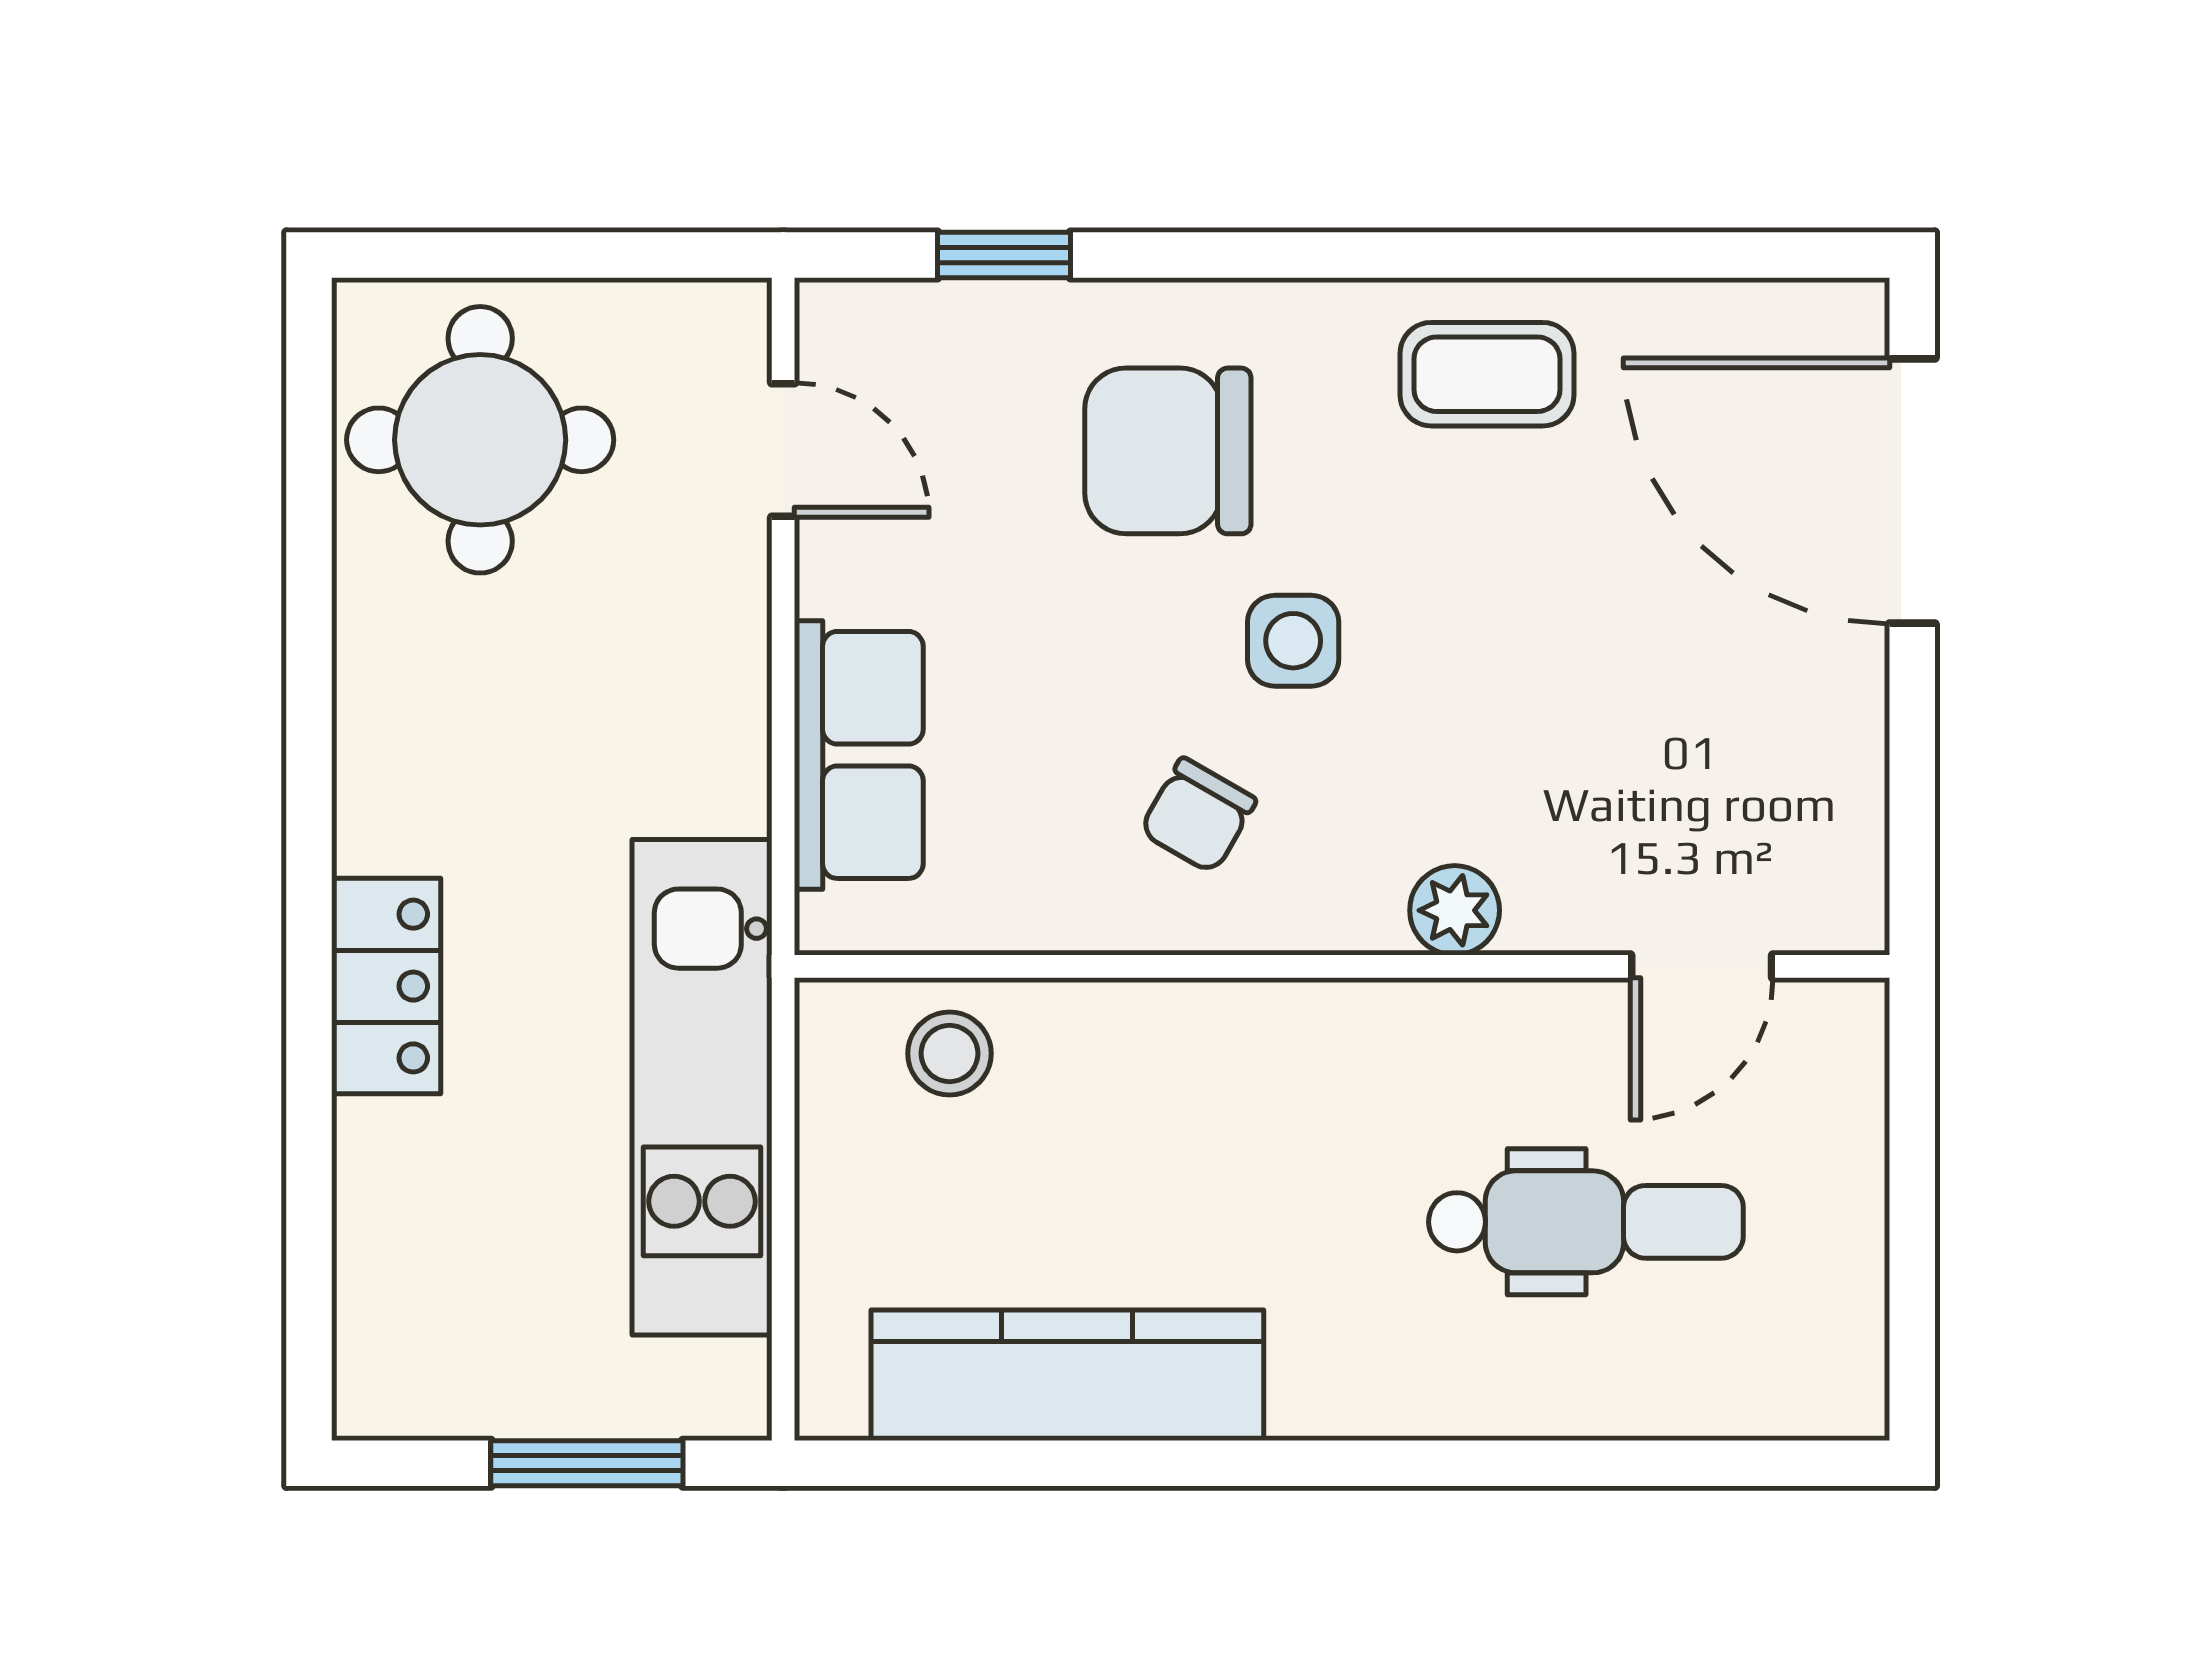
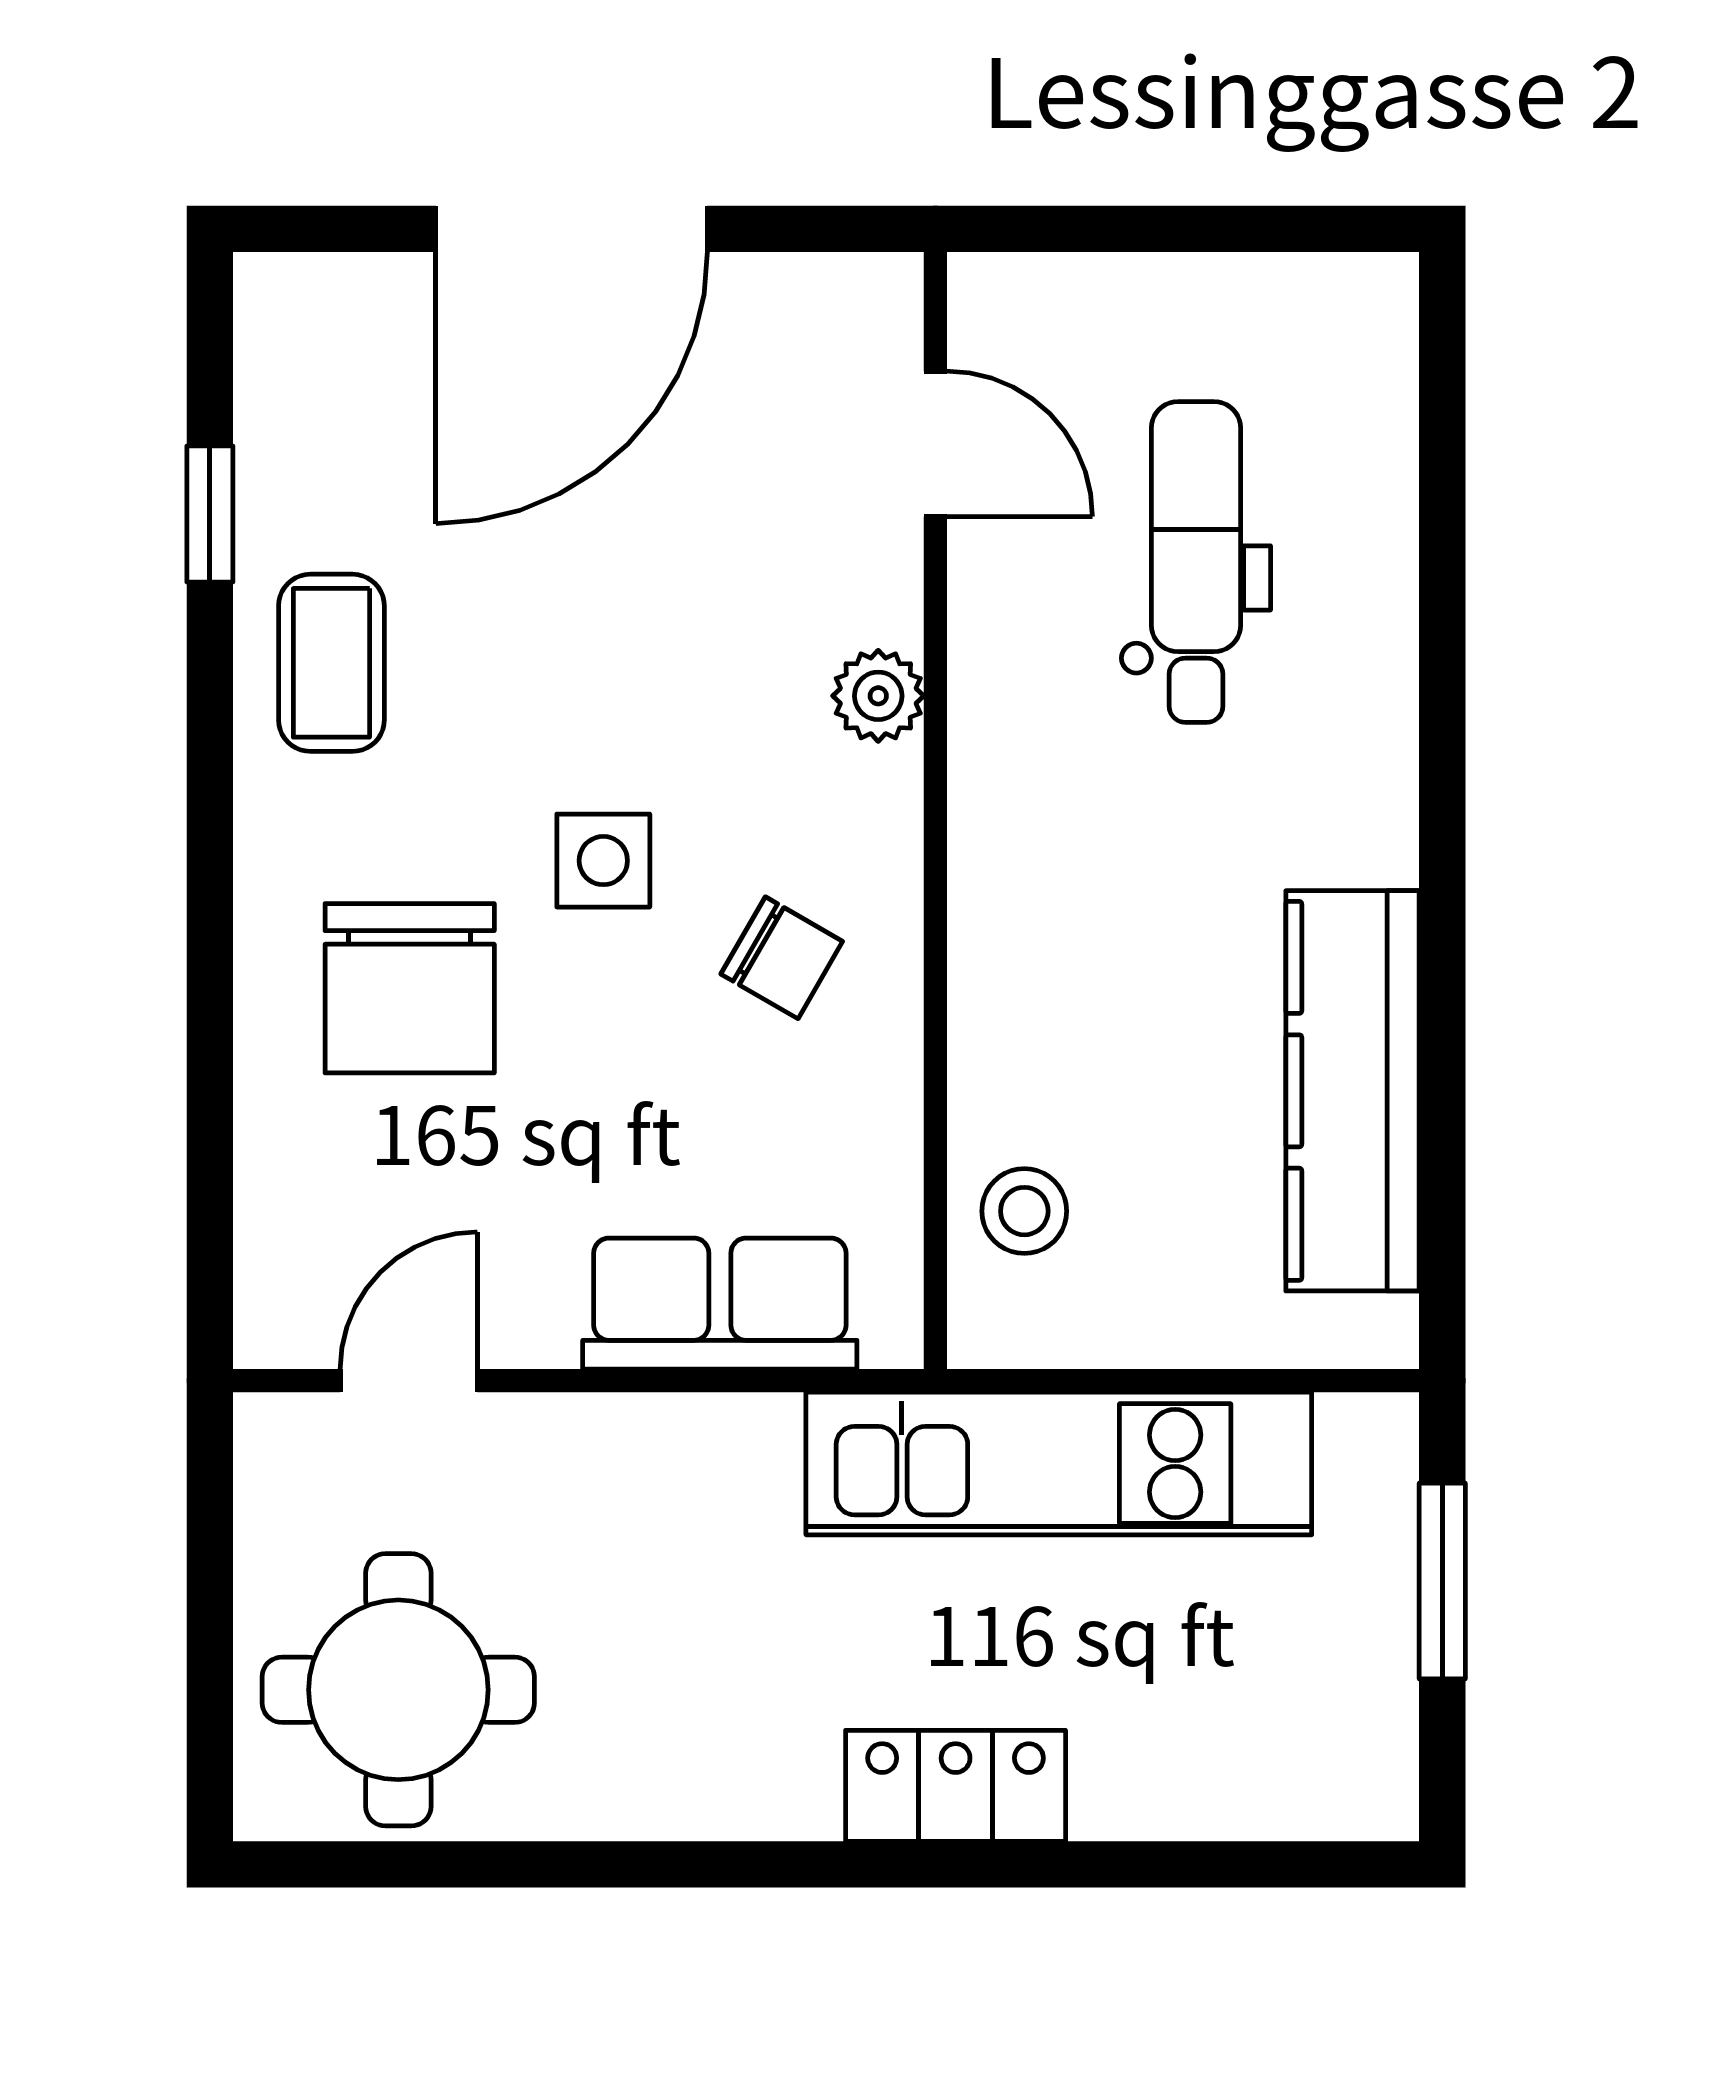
window: (1004, 255) -> (210, 514), moved
door: (1912, 491) -> (572, 229), moved

